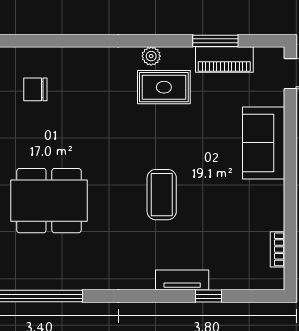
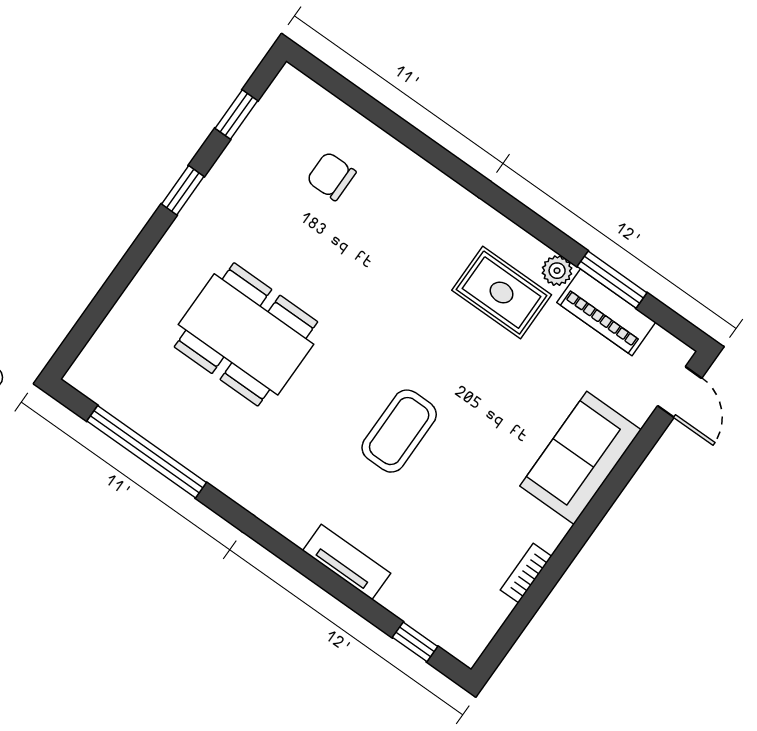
plant: (151, 56) -> (557, 271), moved
bookcase: (277, 249) -> (526, 573), moved
window: (208, 296) -> (415, 642), moved

